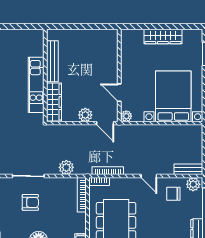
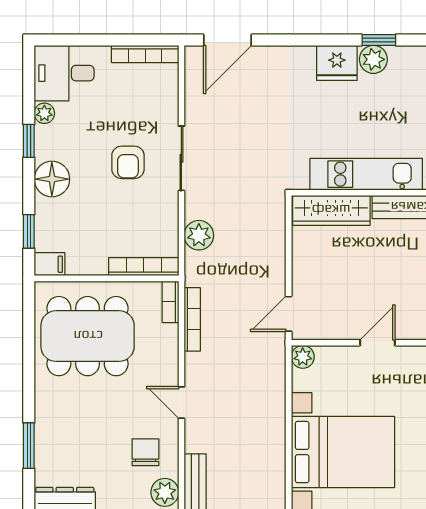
door: (119, 93) -> (378, 343), moved
plant: (85, 115) -> (305, 274), removed
door: (149, 176) -> (181, 403), hinge flipped

